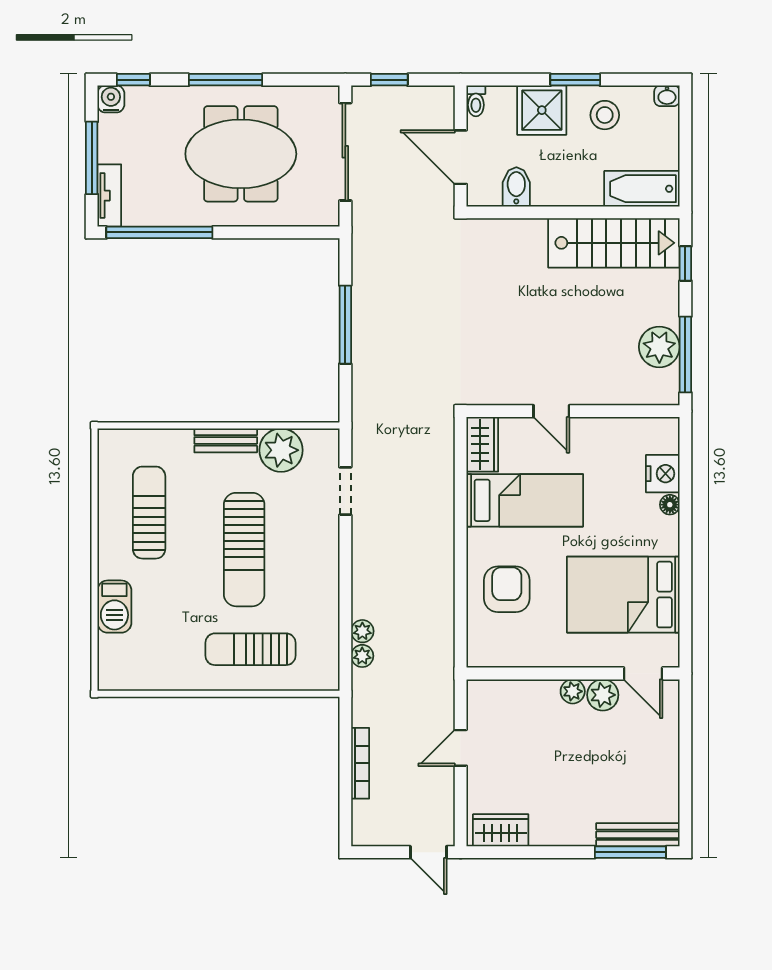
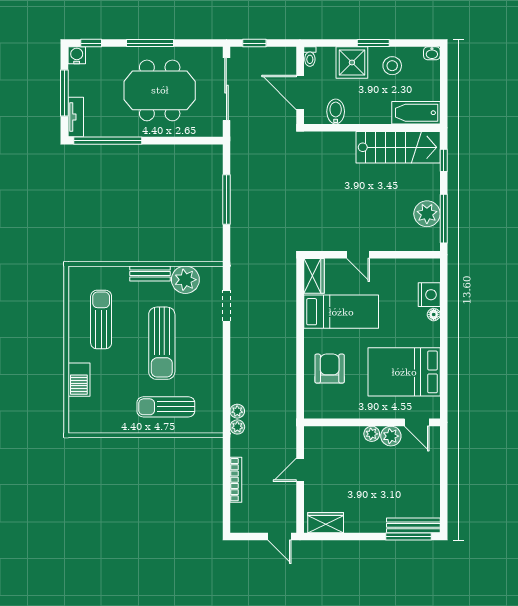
plant: (362, 631) -> (237, 427), moved

